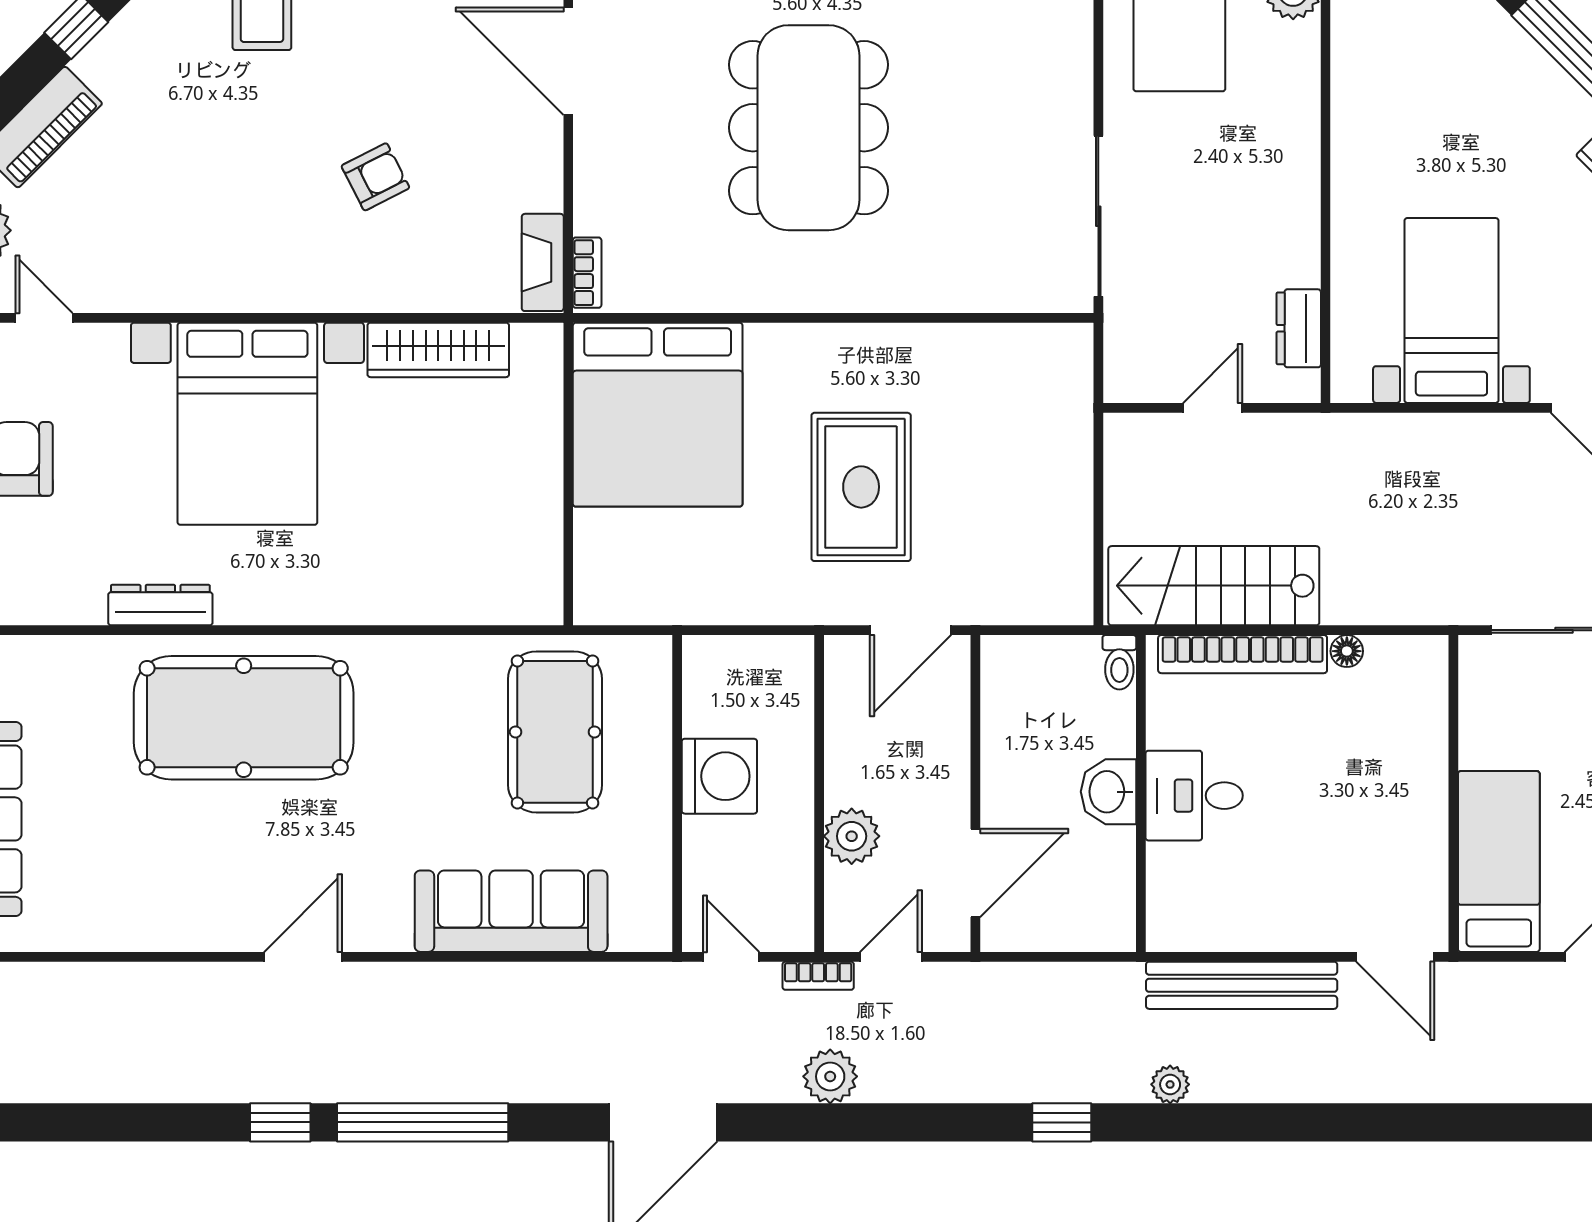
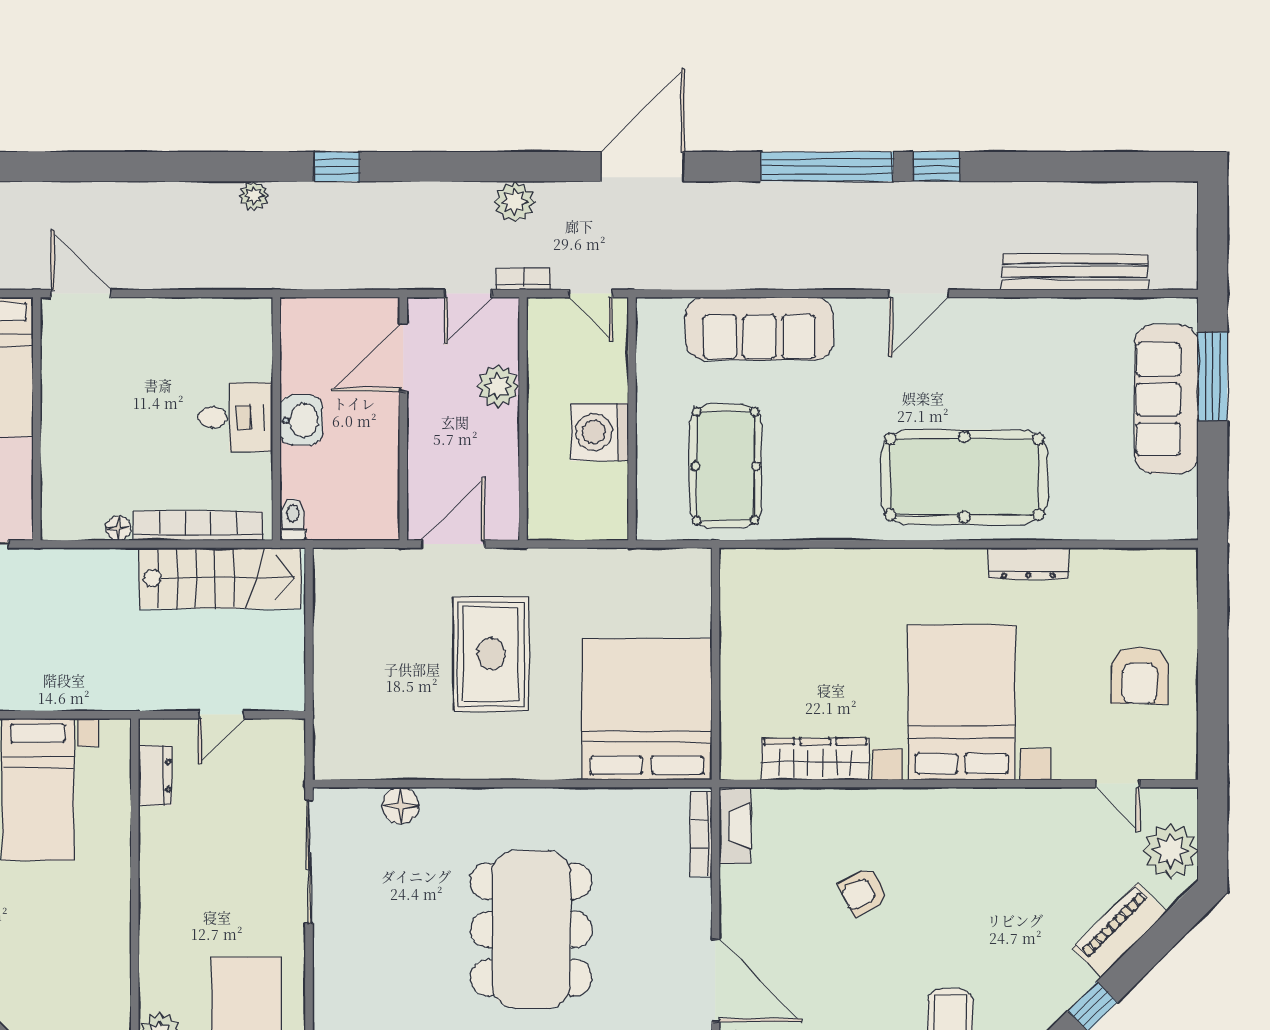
bookcase: (587, 273) -> (701, 834), width x1.56
floor lamp: (979, 289) -> (400, 805), added
bench: (1242, 985) -> (1075, 272), moved

